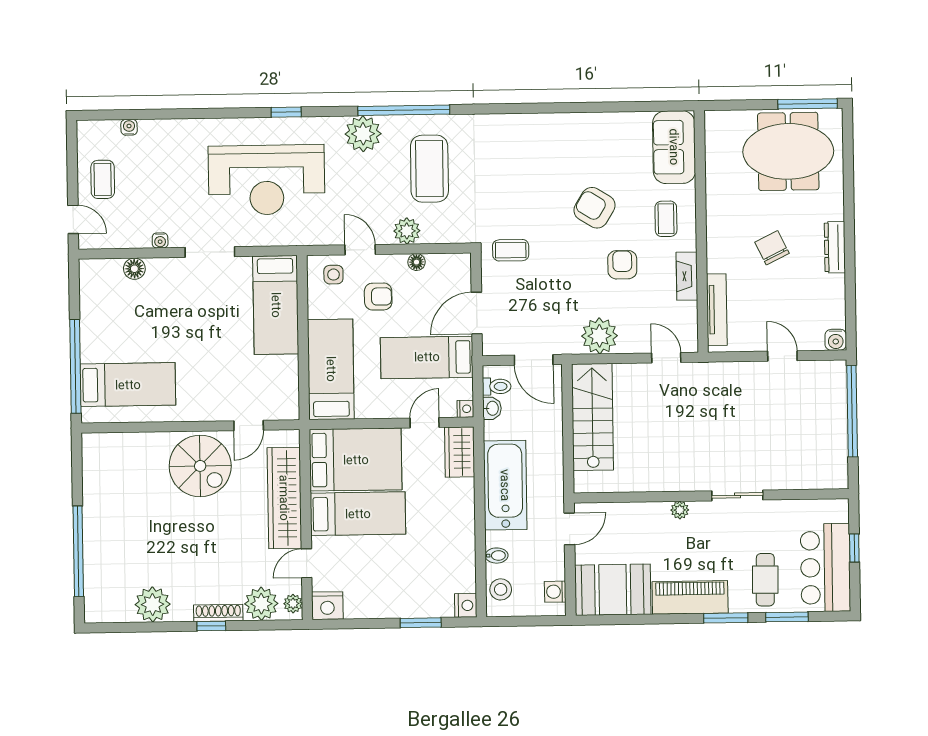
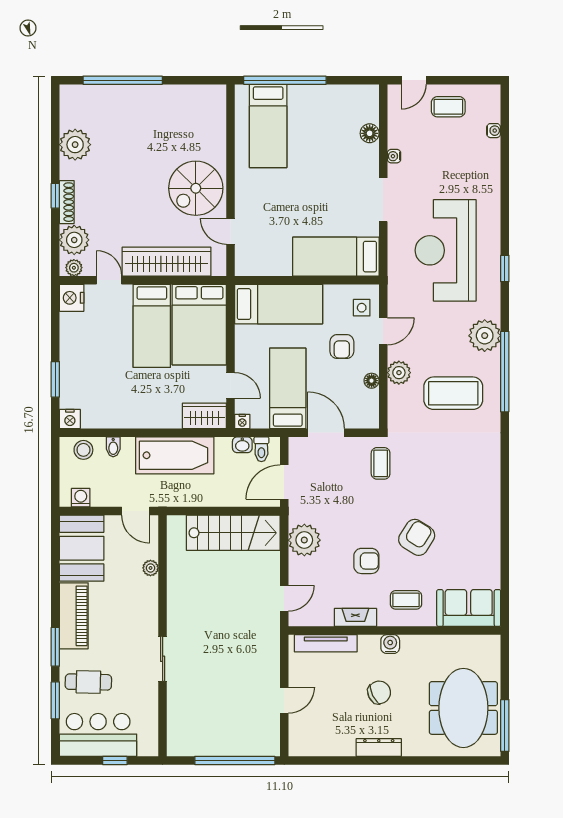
water cooler: (836, 340) -> (390, 644), moved, turned 90
plant: (680, 510) -> (151, 568), moved

